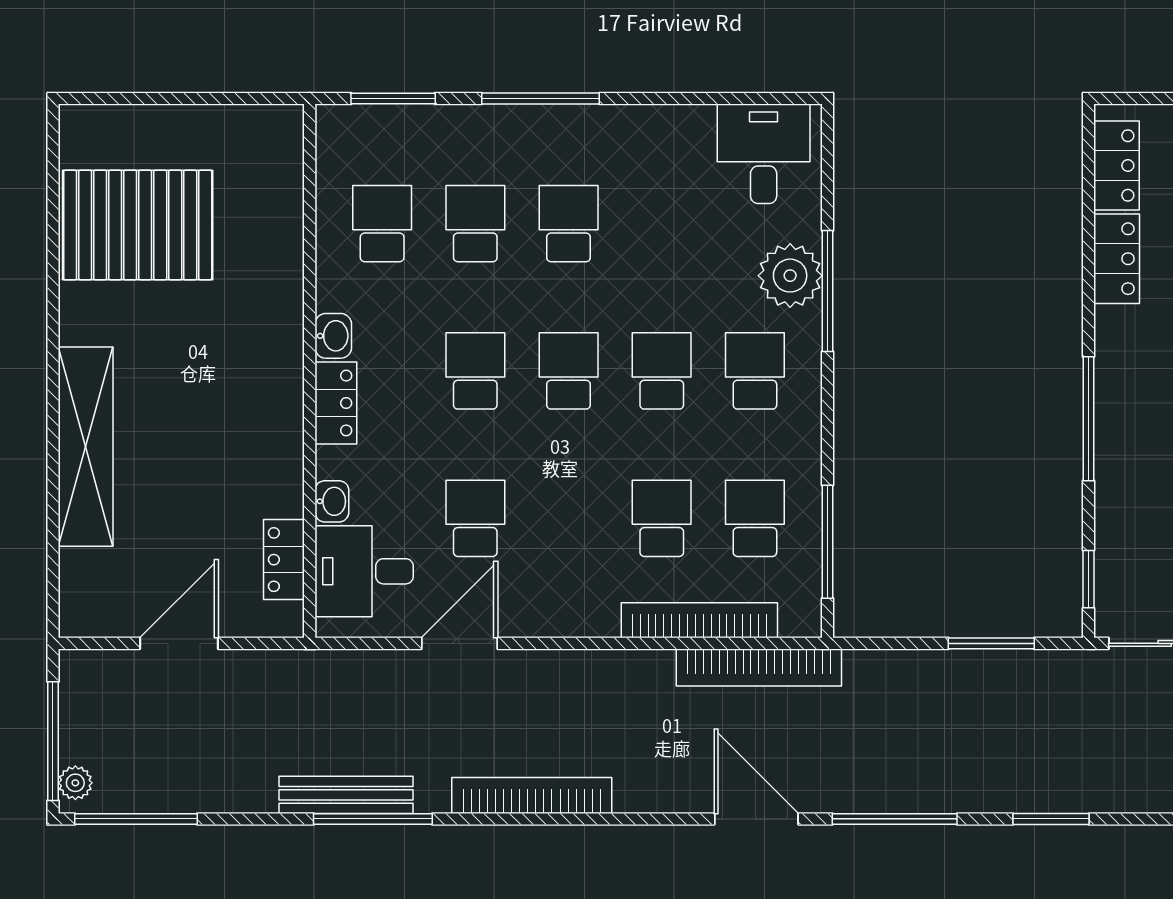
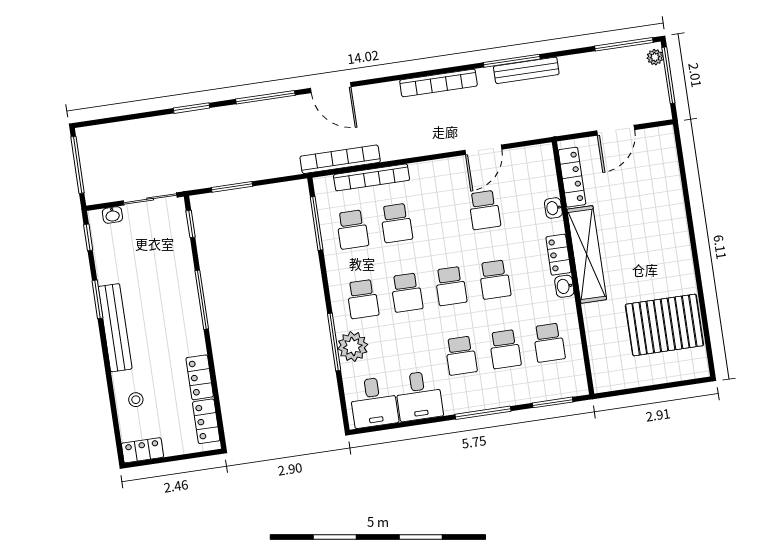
shelving: (86, 447) -> (587, 254), moved
locker: (284, 560) -> (572, 177), width x1.53
desk: (364, 571) -> (419, 396), moved, turned 90

